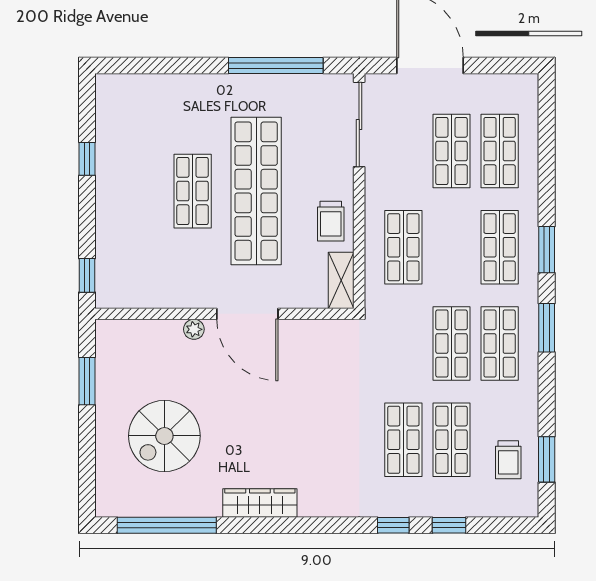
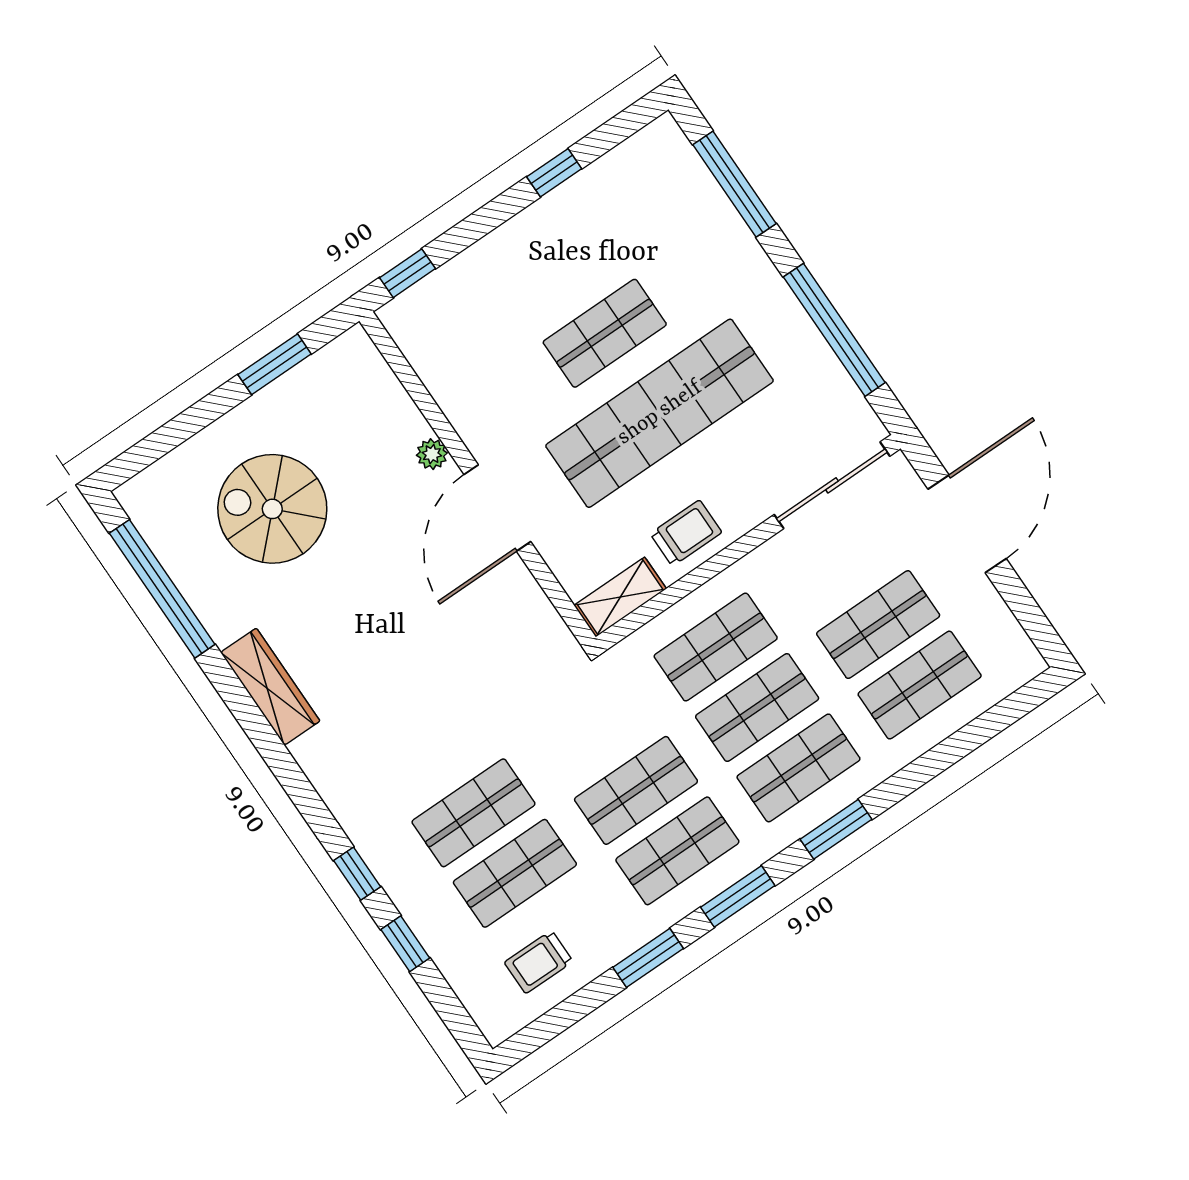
window: (160, 66) -> (734, 184), added
trolley: (331, 221) -> (686, 533), turned 180
shop shelf: (451, 247) -> (757, 707), added
window: (547, 459) -> (648, 958), moved

